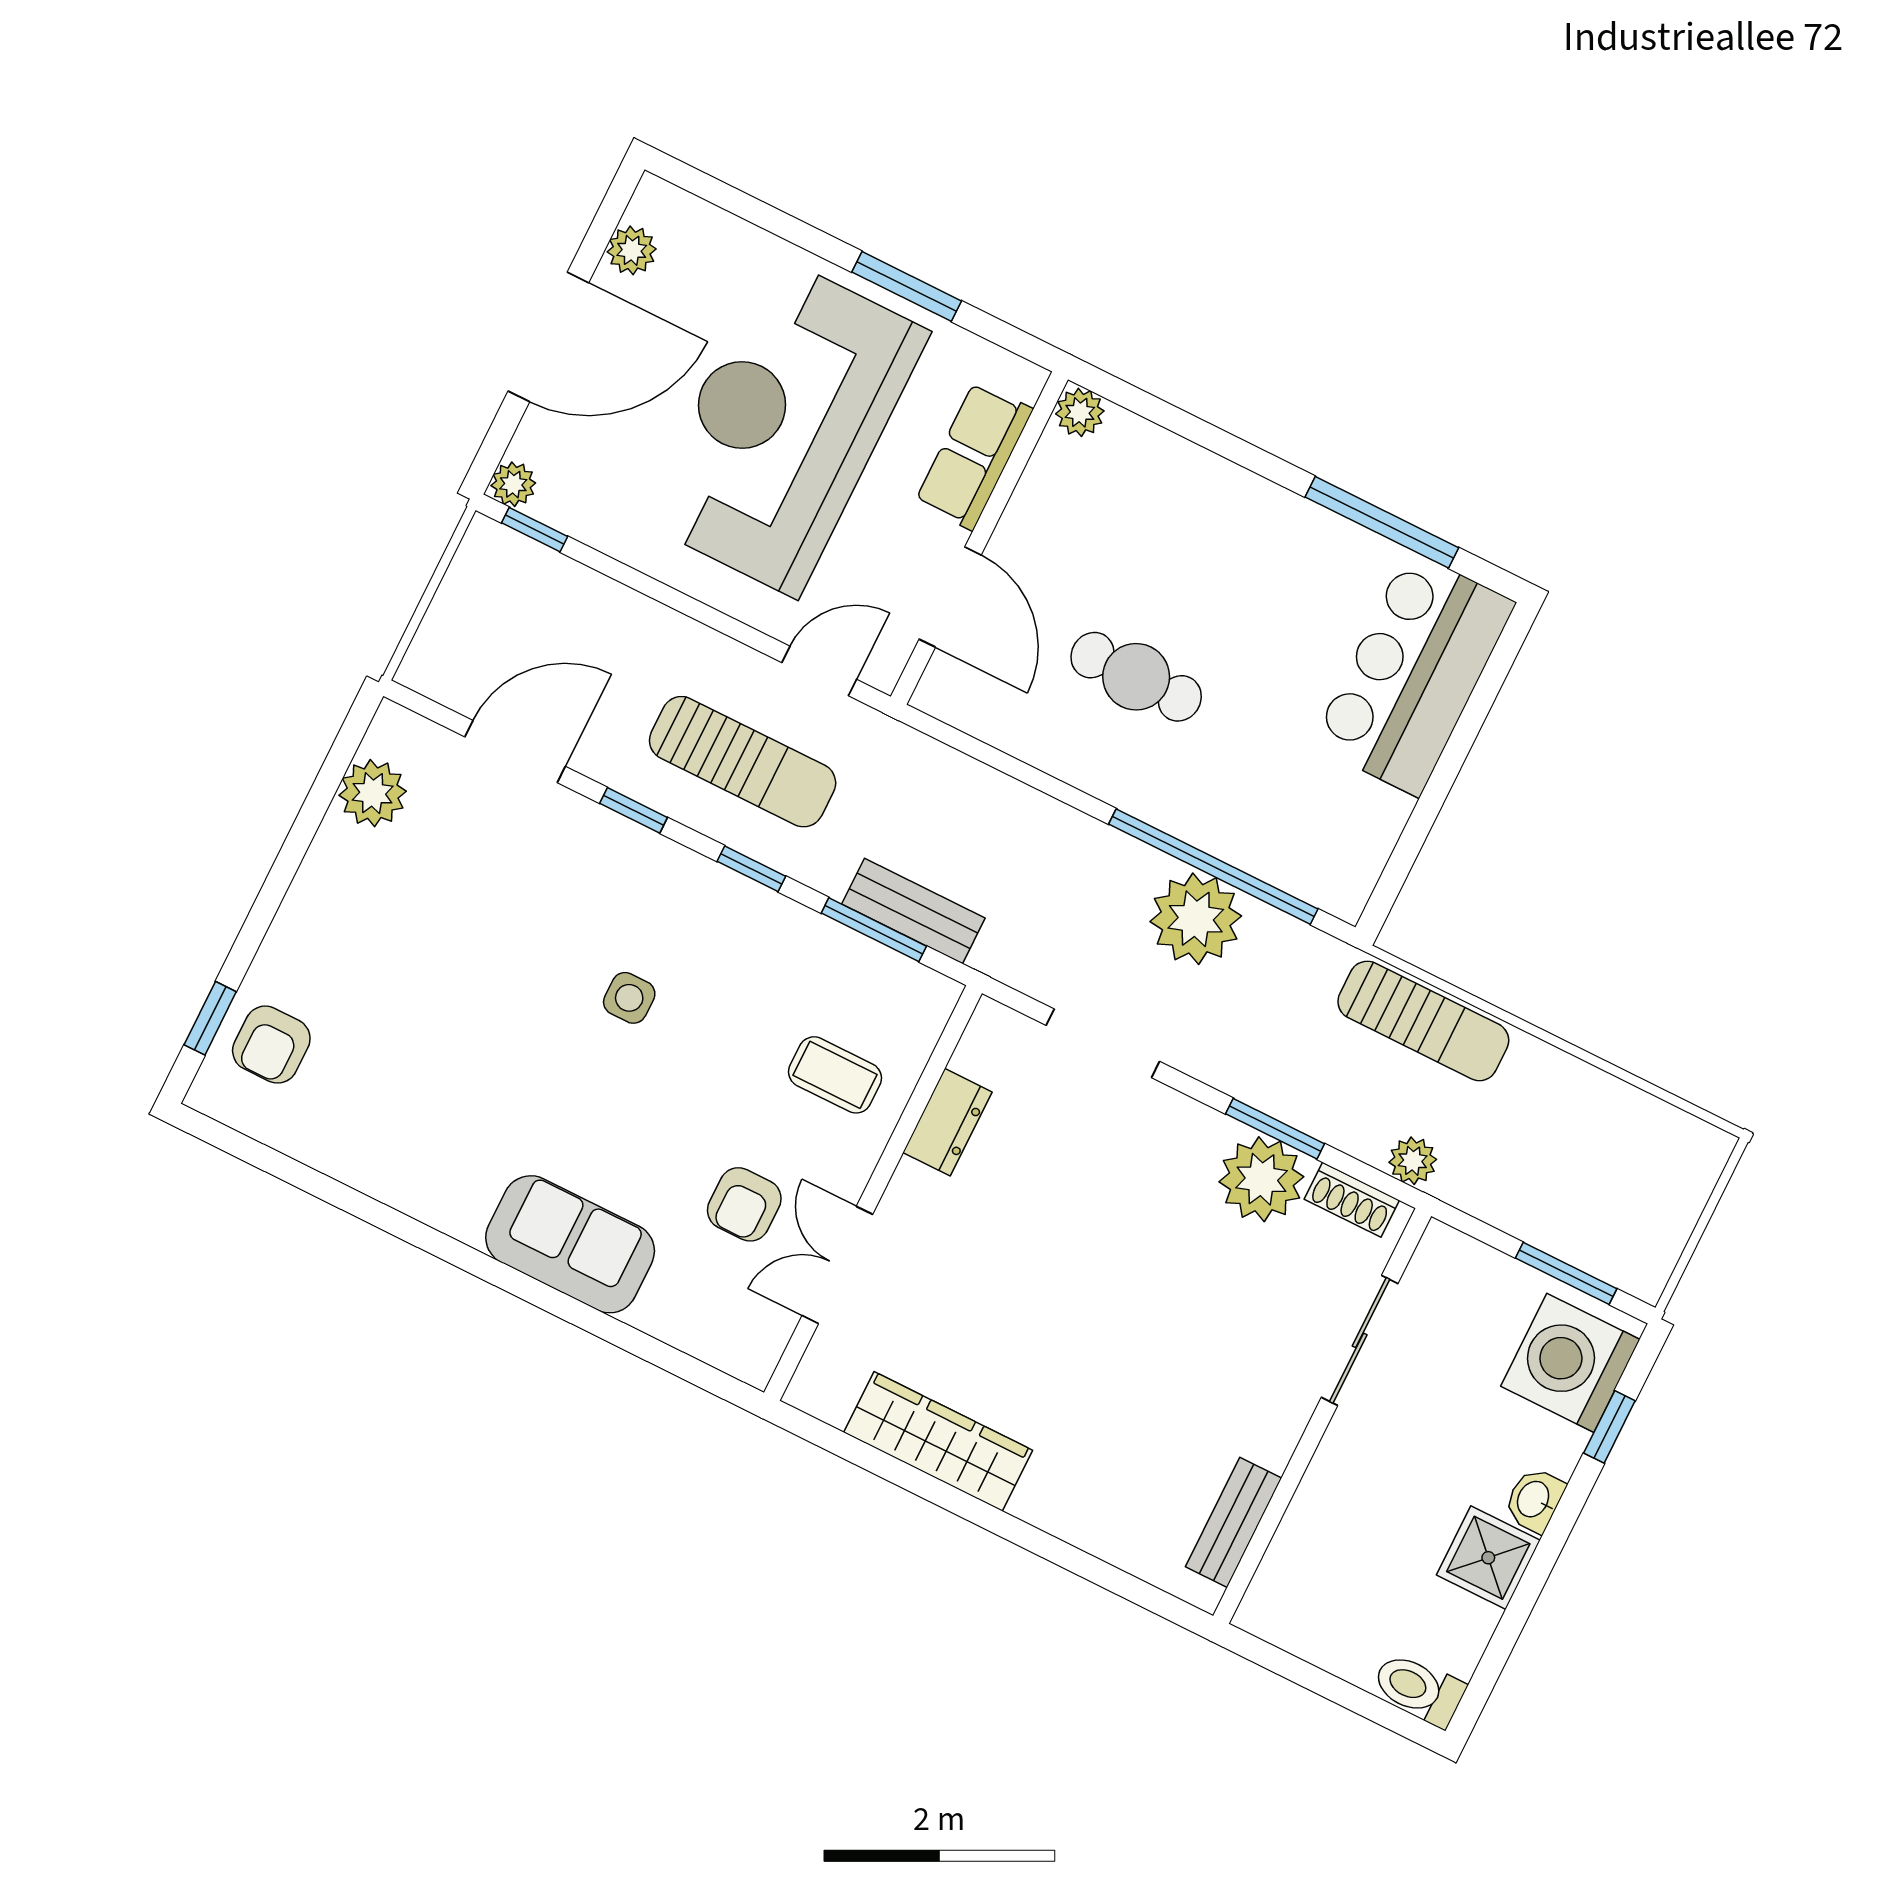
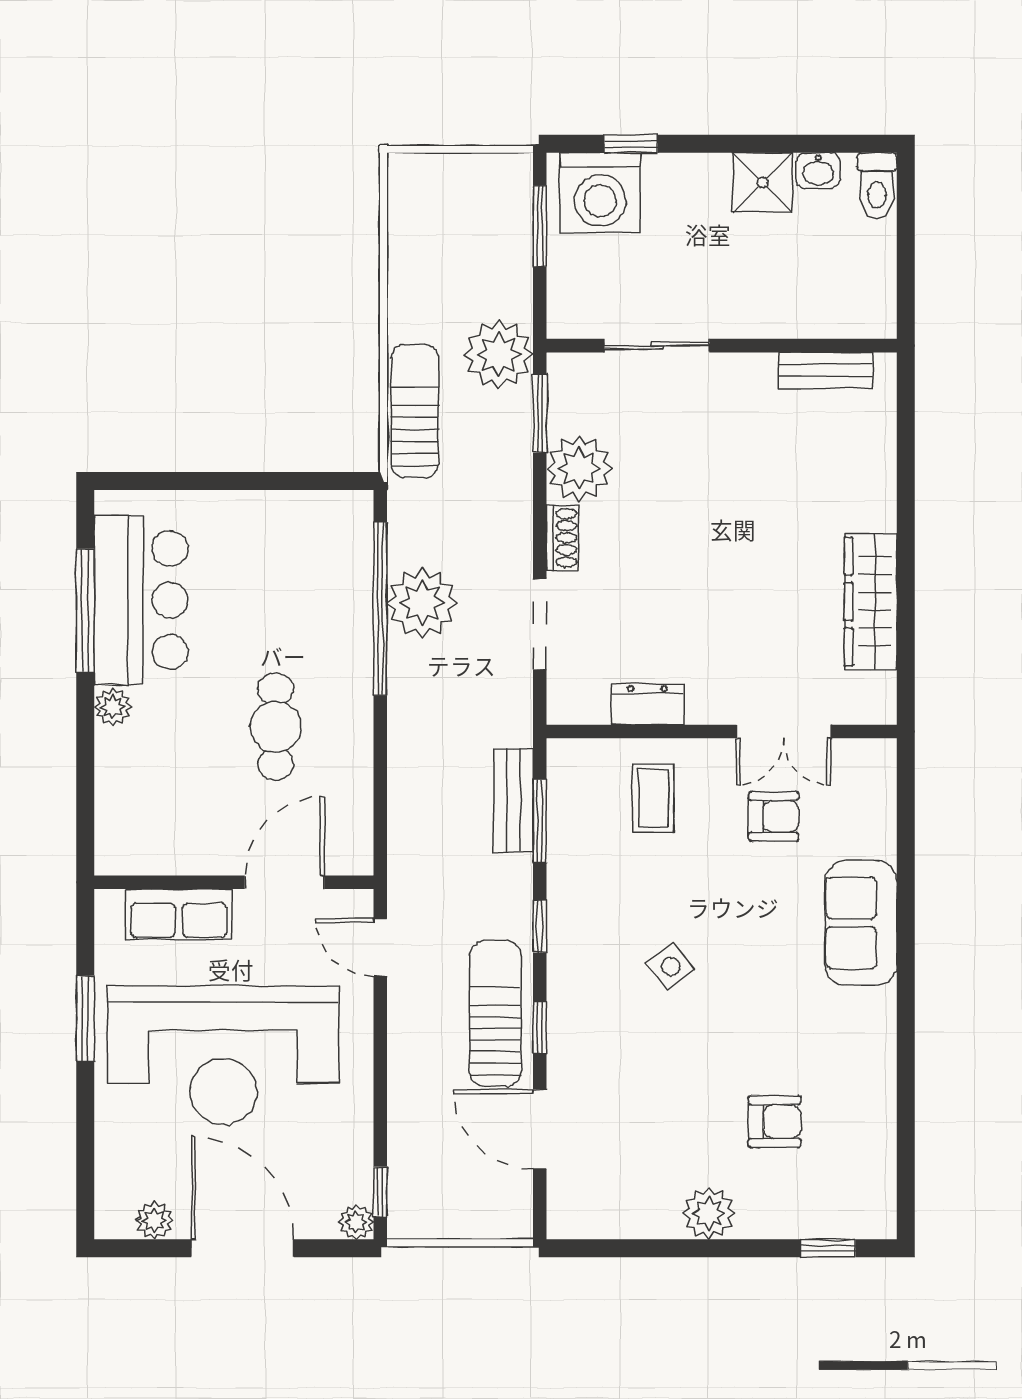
plant: (1080, 412) -> (113, 707), moved
bar counter: (1414, 673) -> (141, 600), moved, turned -90
sun lounger: (743, 762) -> (495, 1014), moved
plant: (373, 793) -> (709, 1213), moved
side table: (629, 998) -> (671, 966), turned -37
armchair: (271, 1045) -> (775, 1122), moved
window: (1275, 1129) -> (540, 413), moved
plant: (1413, 1161) -> (499, 354), width x1.87, depth x1.87
shoe rack: (1352, 1200) -> (563, 538), moved
washbasin: (1534, 1500) -> (818, 171), moved

